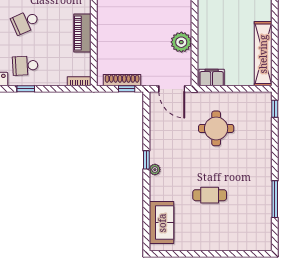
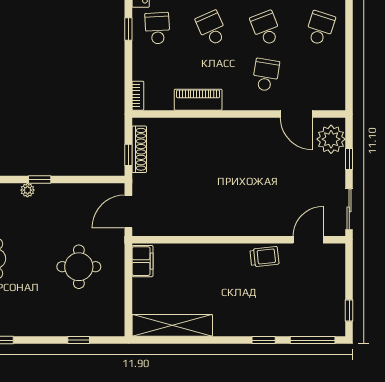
plant: (181, 42) -> (187, 223), removed
window: (275, 109) -> (79, 340), moved

